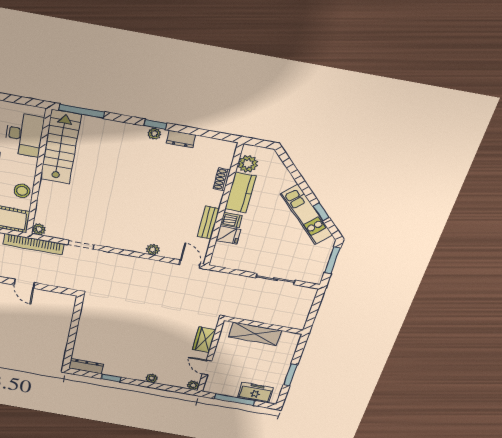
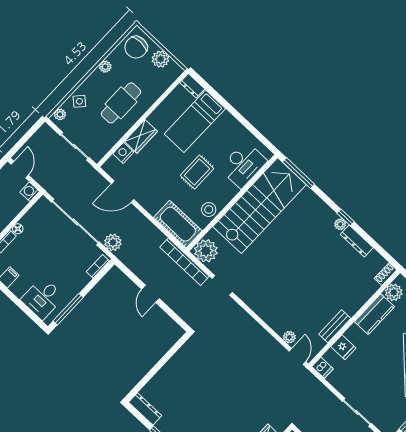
dresser: (181, 139) -> (357, 241), width x1.44
stairs: (60, 147) -> (260, 206), width x1.36, depth x1.51
shoe rack: (222, 179) -> (385, 274), moved
dishwasher: (231, 220) -> (323, 368), moved
plant: (39, 229) -> (206, 251), width x1.87, depth x1.87
plant: (153, 250) -> (289, 337), moved

